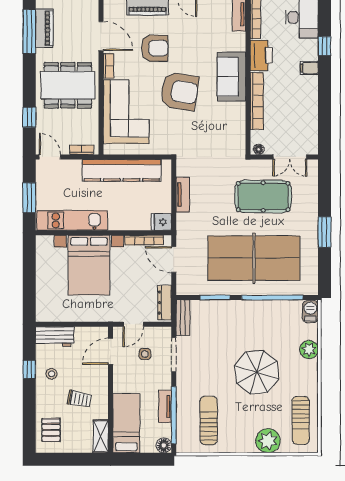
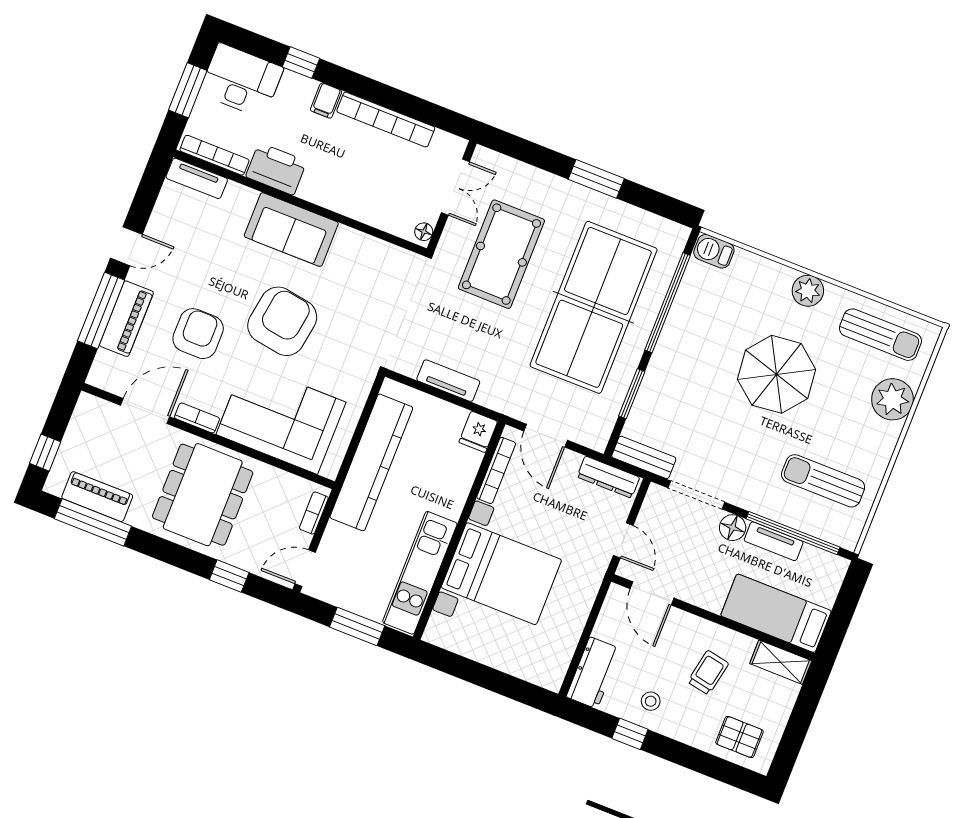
bookcase: (257, 101) -> (386, 120), moved, turned 180
door: (174, 260) -> (546, 436), hinge flipped
plant: (309, 350) -> (808, 291), moved
side table: (145, 354) -> (678, 540), removed
floor lamp: (164, 445) -> (733, 528), moved

